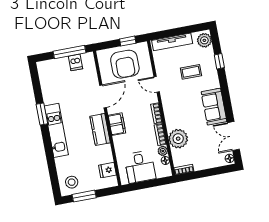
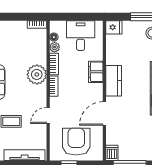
dishwasher: (75, 62) -> (112, 153), moved
door: (157, 84) -> (48, 115), swing flipped
filing cabinet: (117, 124) -> (96, 72), moved
plant: (178, 139) -> (37, 74), moved
fridge: (107, 170) -> (114, 27), moved

